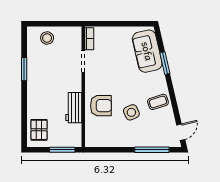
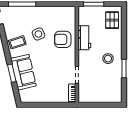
stool: (47, 38) -> (108, 59), moved
sofa: (147, 51) -> (23, 72), moved

